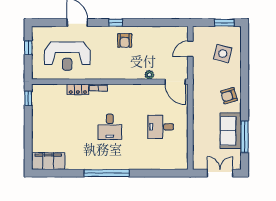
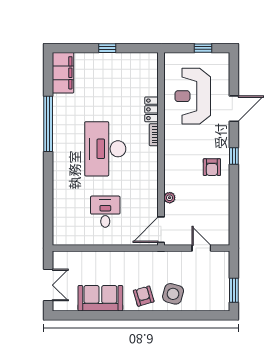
armchair: (125, 40) -> (212, 167), turned -90
side table: (223, 53) -> (173, 294), moved
window: (28, 98) -> (107, 48), moved
desk: (110, 127) -> (105, 149), width x1.87, depth x1.30
window: (245, 137) -> (93, 315), removed
window: (107, 173) -> (48, 124), moved

